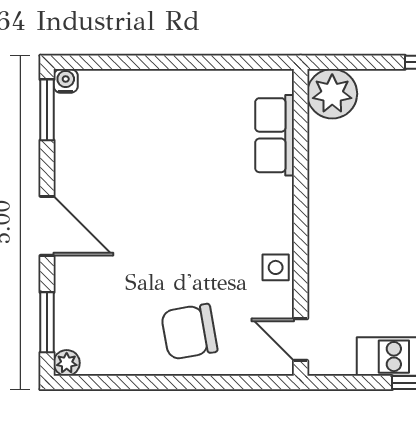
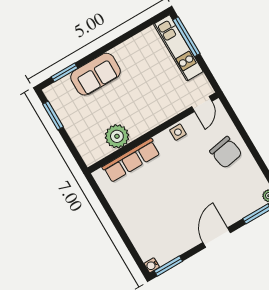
plant: (332, 94) -> (117, 136), moved
row of seats: (275, 135) -> (131, 160), width x1.48

